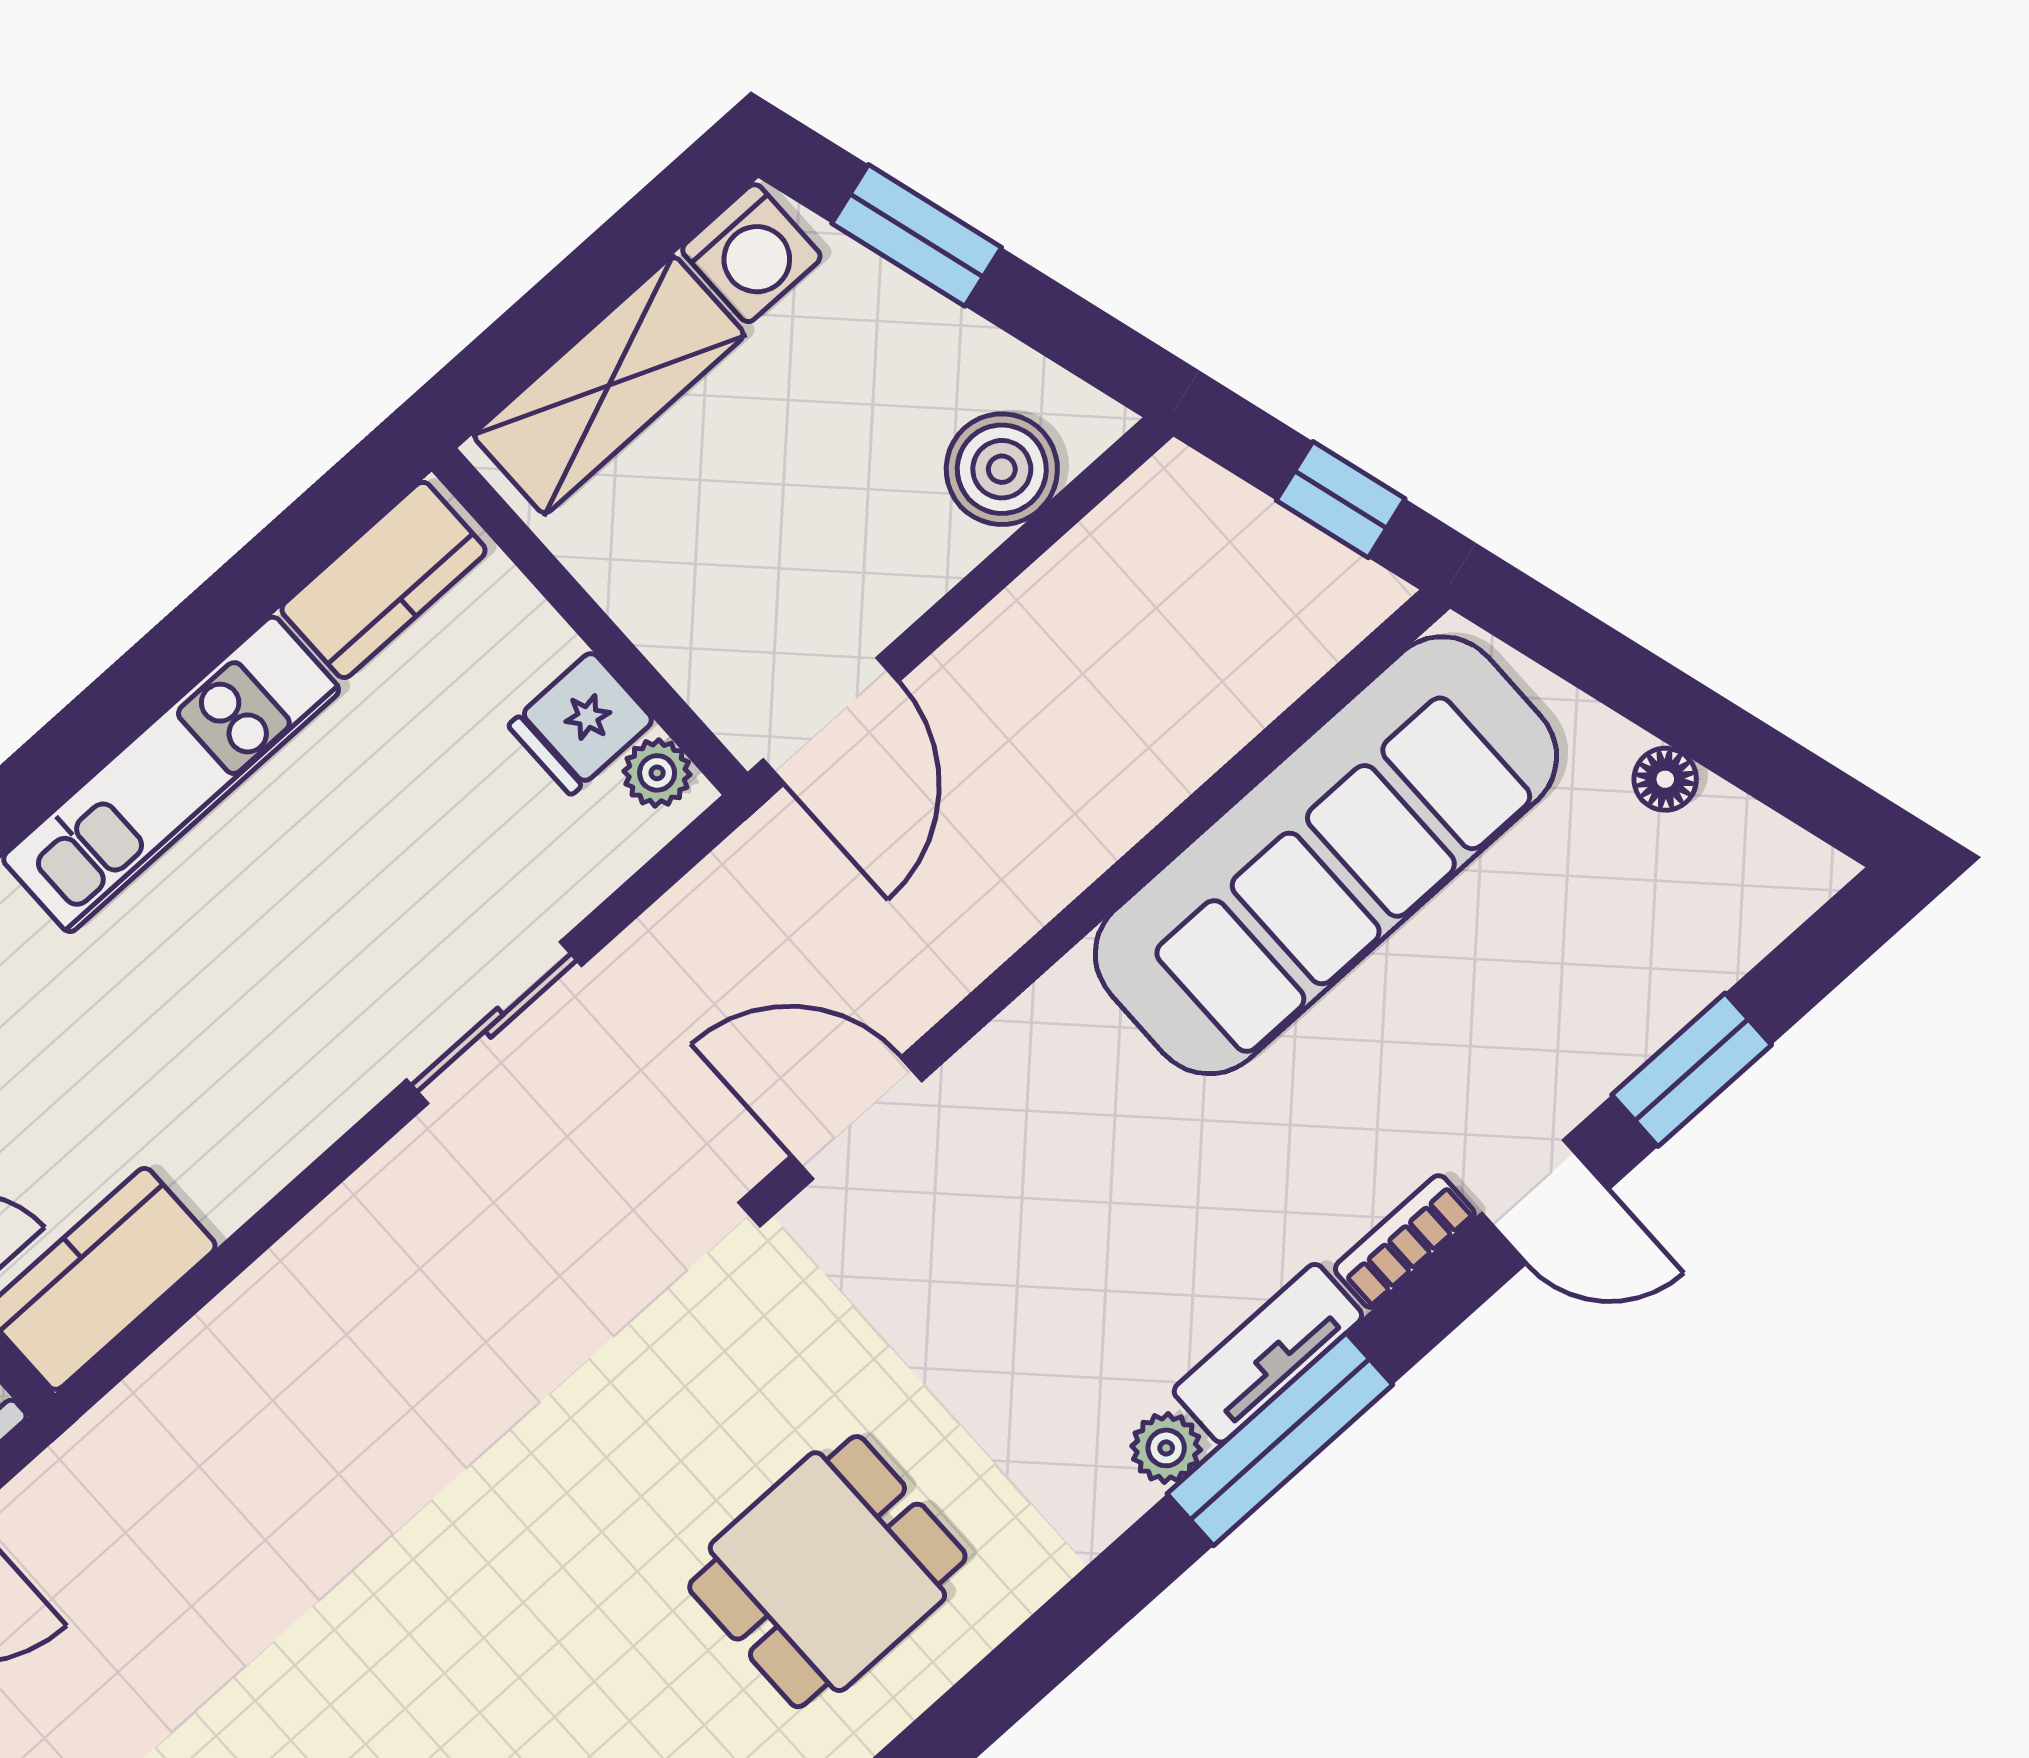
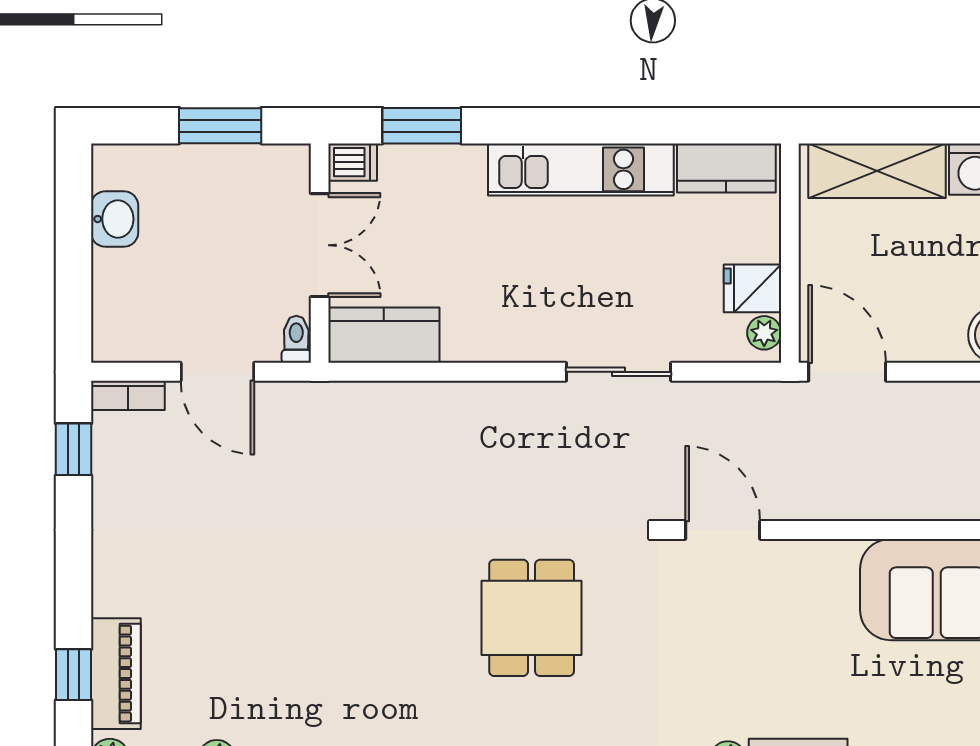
door: (831, 721) -> (847, 372), swing flipped
dining table: (827, 1572) -> (532, 618), moved, turned 90

